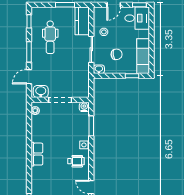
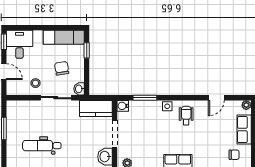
kitchen counter: (82, 21) -> (96, 108), moved
dental chair: (50, 37) -> (42, 146), turned 180

